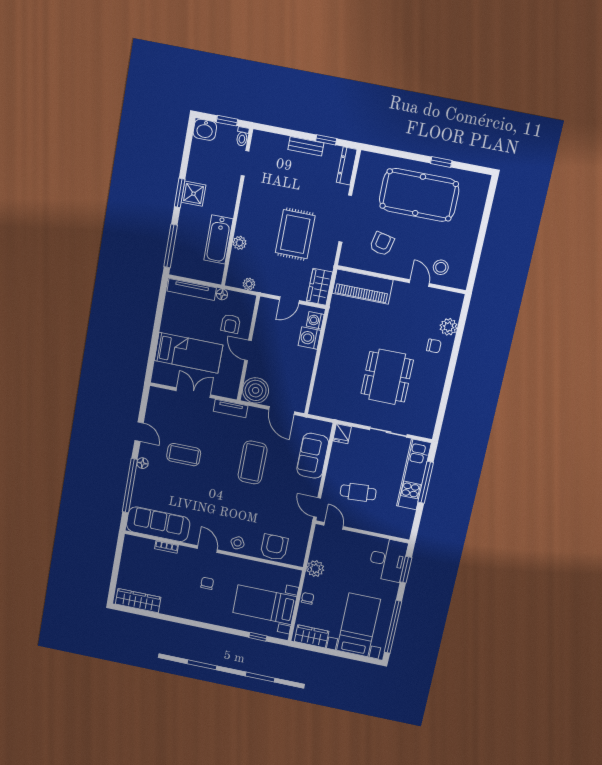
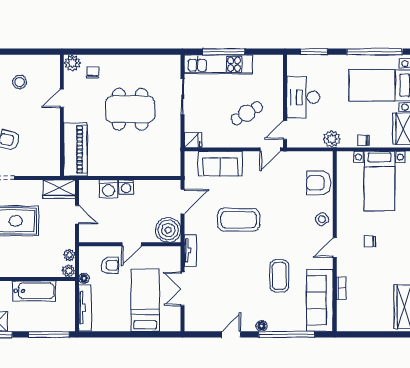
plant: (240, 243) -> (69, 271), moved
wall: (401, 280) -> (62, 115), moved
door: (419, 283) -> (62, 98), moved
piano: (363, 287) -> (75, 149), moved
washing machine: (315, 320) -> (126, 187), moved
coffee table: (184, 455) -> (279, 276), moved
cafe table: (358, 492) -> (247, 113), turned 63
desk: (388, 560) -> (303, 97), moved, turned -90

